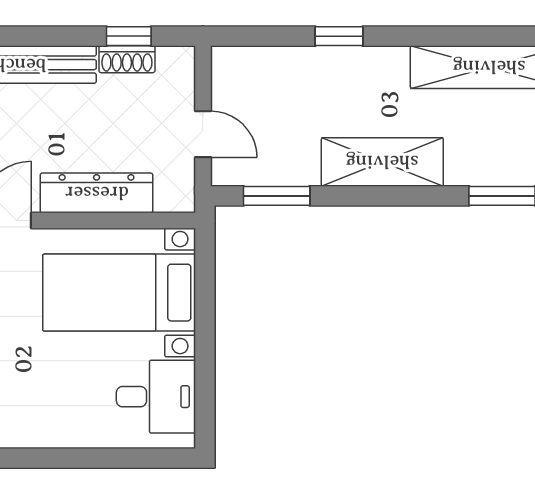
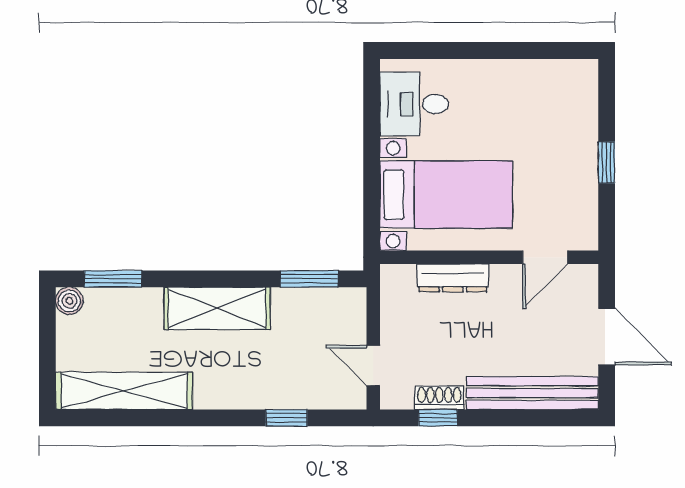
window: (339, 36) -> (286, 418), moved
door: (203, 134) -> (373, 366), moved
dresser: (97, 193) -> (453, 278), width x0.73, depth x0.80

